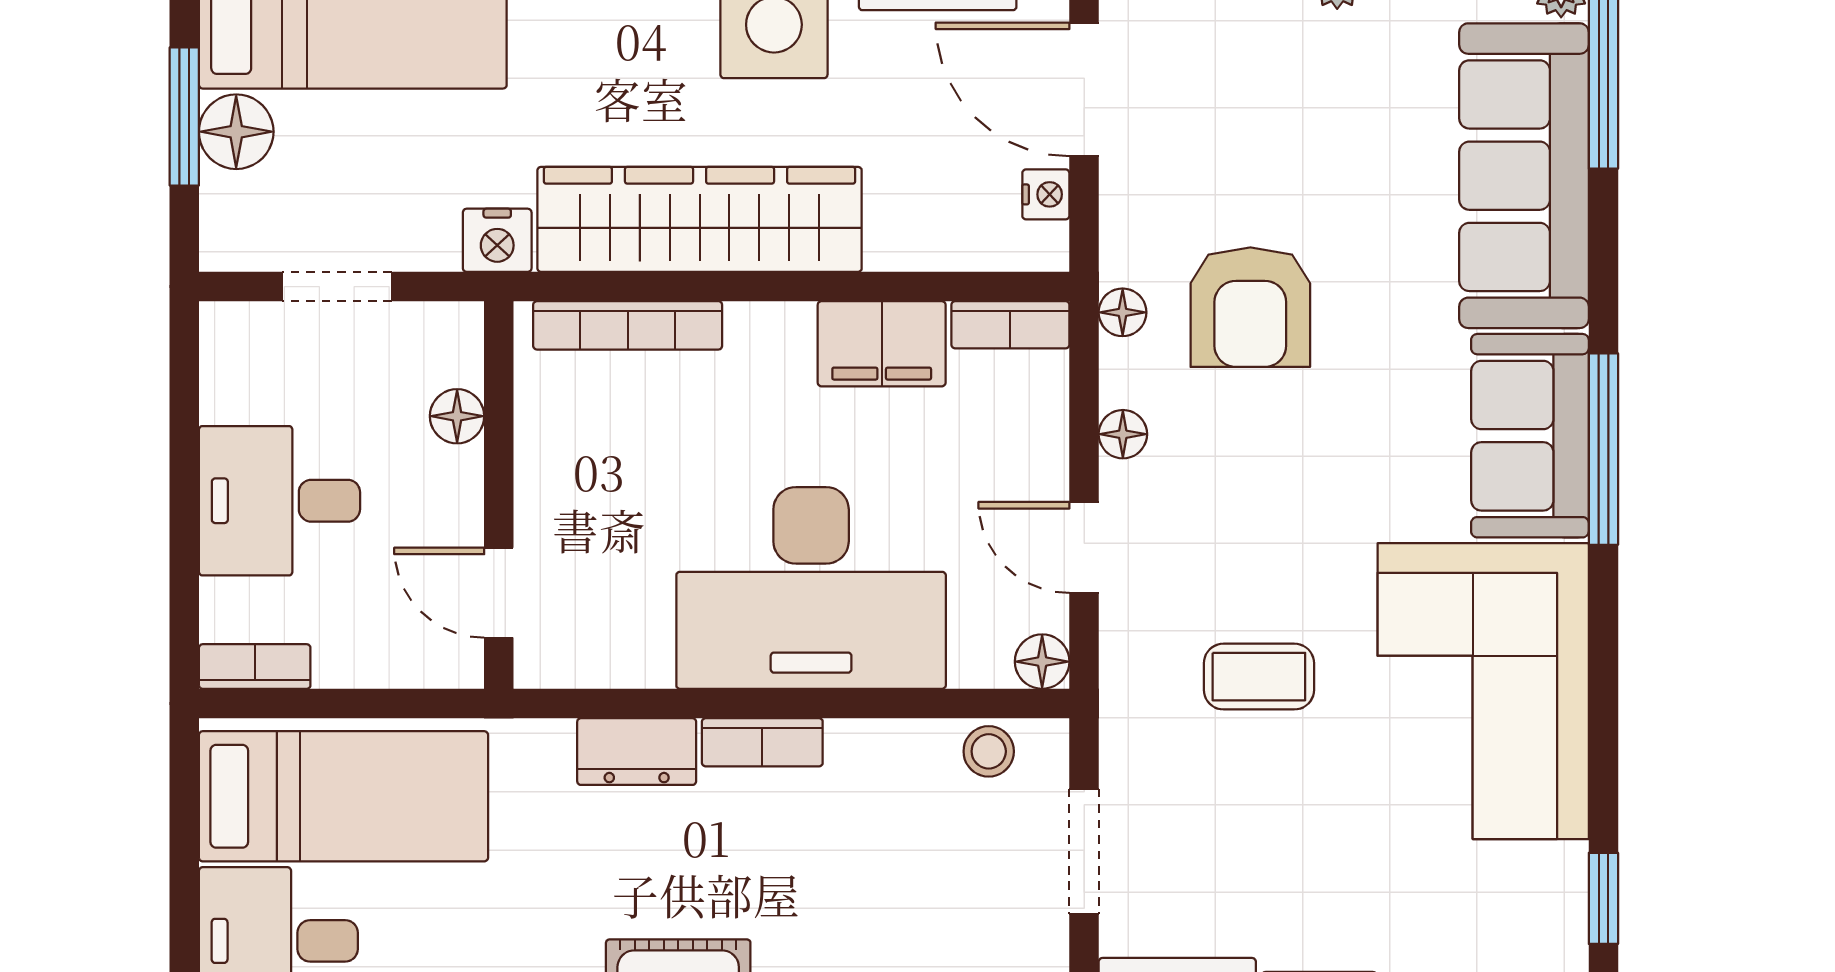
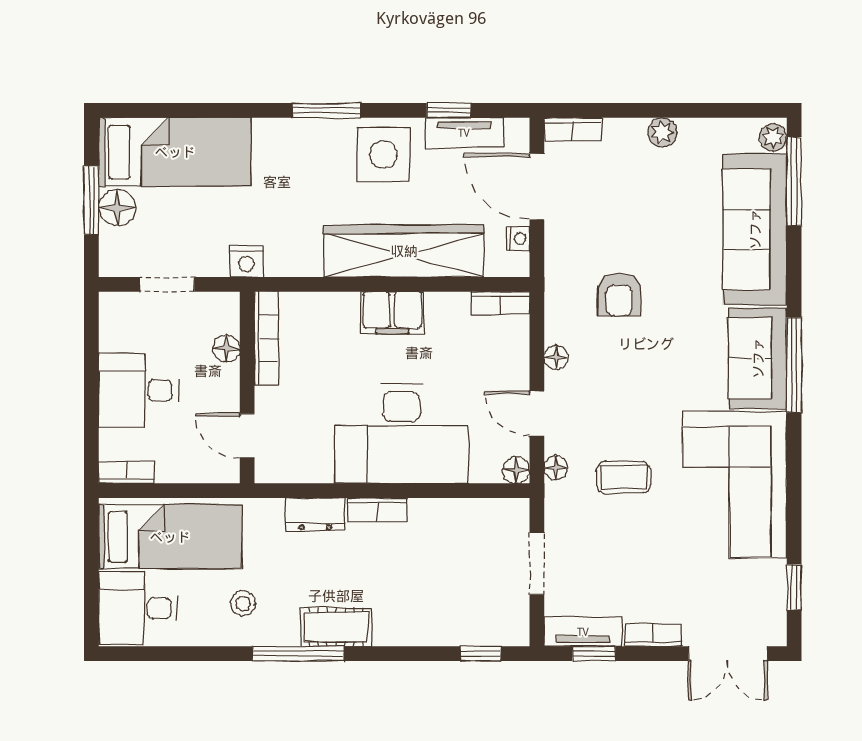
wardrobe: (700, 219) -> (404, 251), moved
armchair: (1250, 307) -> (619, 294), width x0.72, depth x0.72
floor lamp: (1123, 312) -> (556, 468), moved
bookcase: (628, 325) -> (266, 338), moved, turned -90
filing cabinet: (882, 344) -> (392, 313), moved
stool: (989, 751) -> (243, 603), moved

